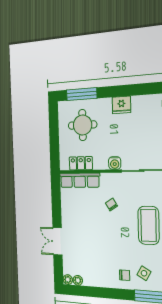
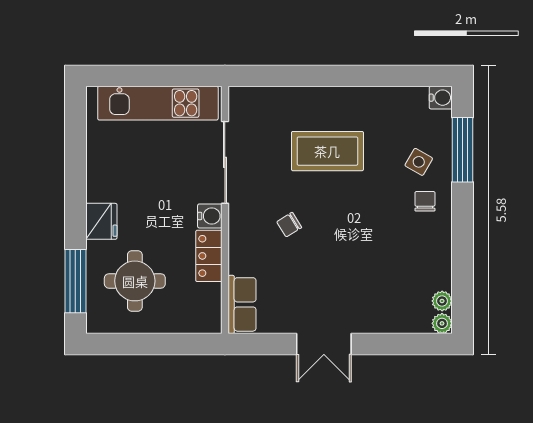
fridge: (121, 105) -> (101, 221), moved
locker: (81, 163) -> (209, 256), moved
row of seats: (80, 180) -> (242, 304), width x0.68
double door: (57, 241) -> (324, 344), moved

